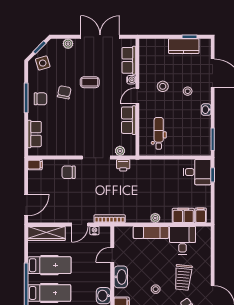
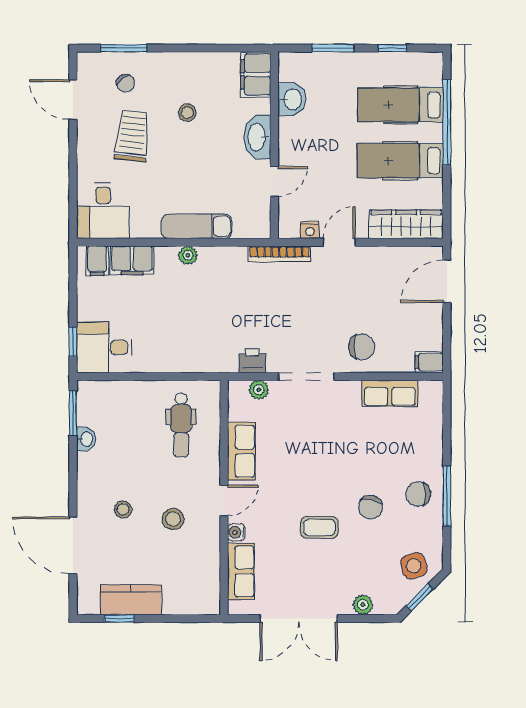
washbasin: (206, 110) -> (86, 439), moved
row of seats: (35, 134) -> (390, 393), moved, turned -90
desk: (182, 240) -> (103, 211), moved

